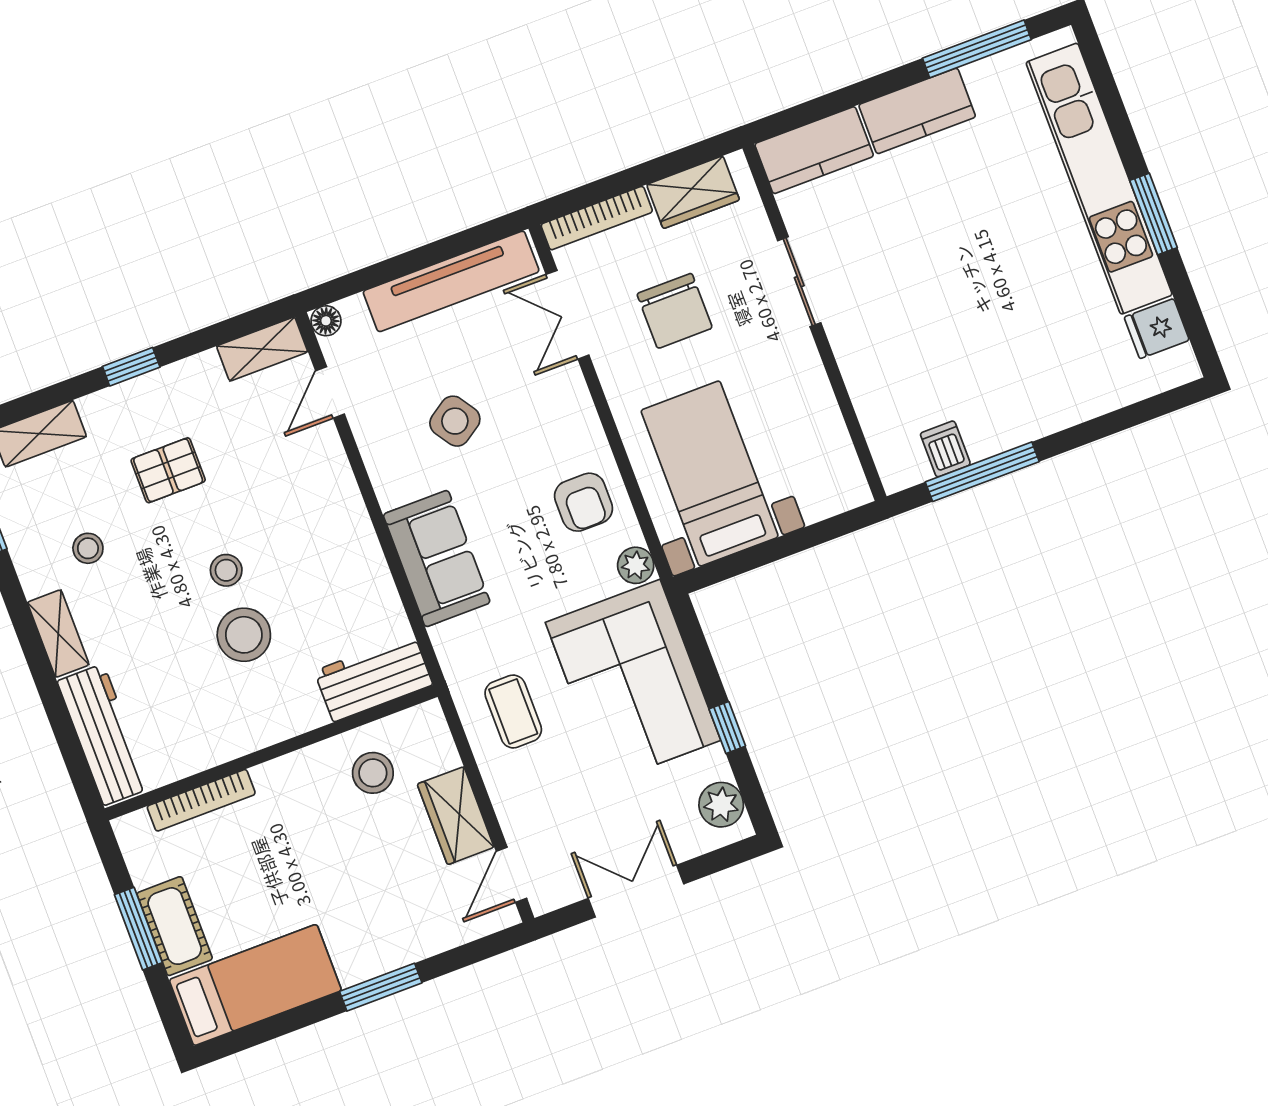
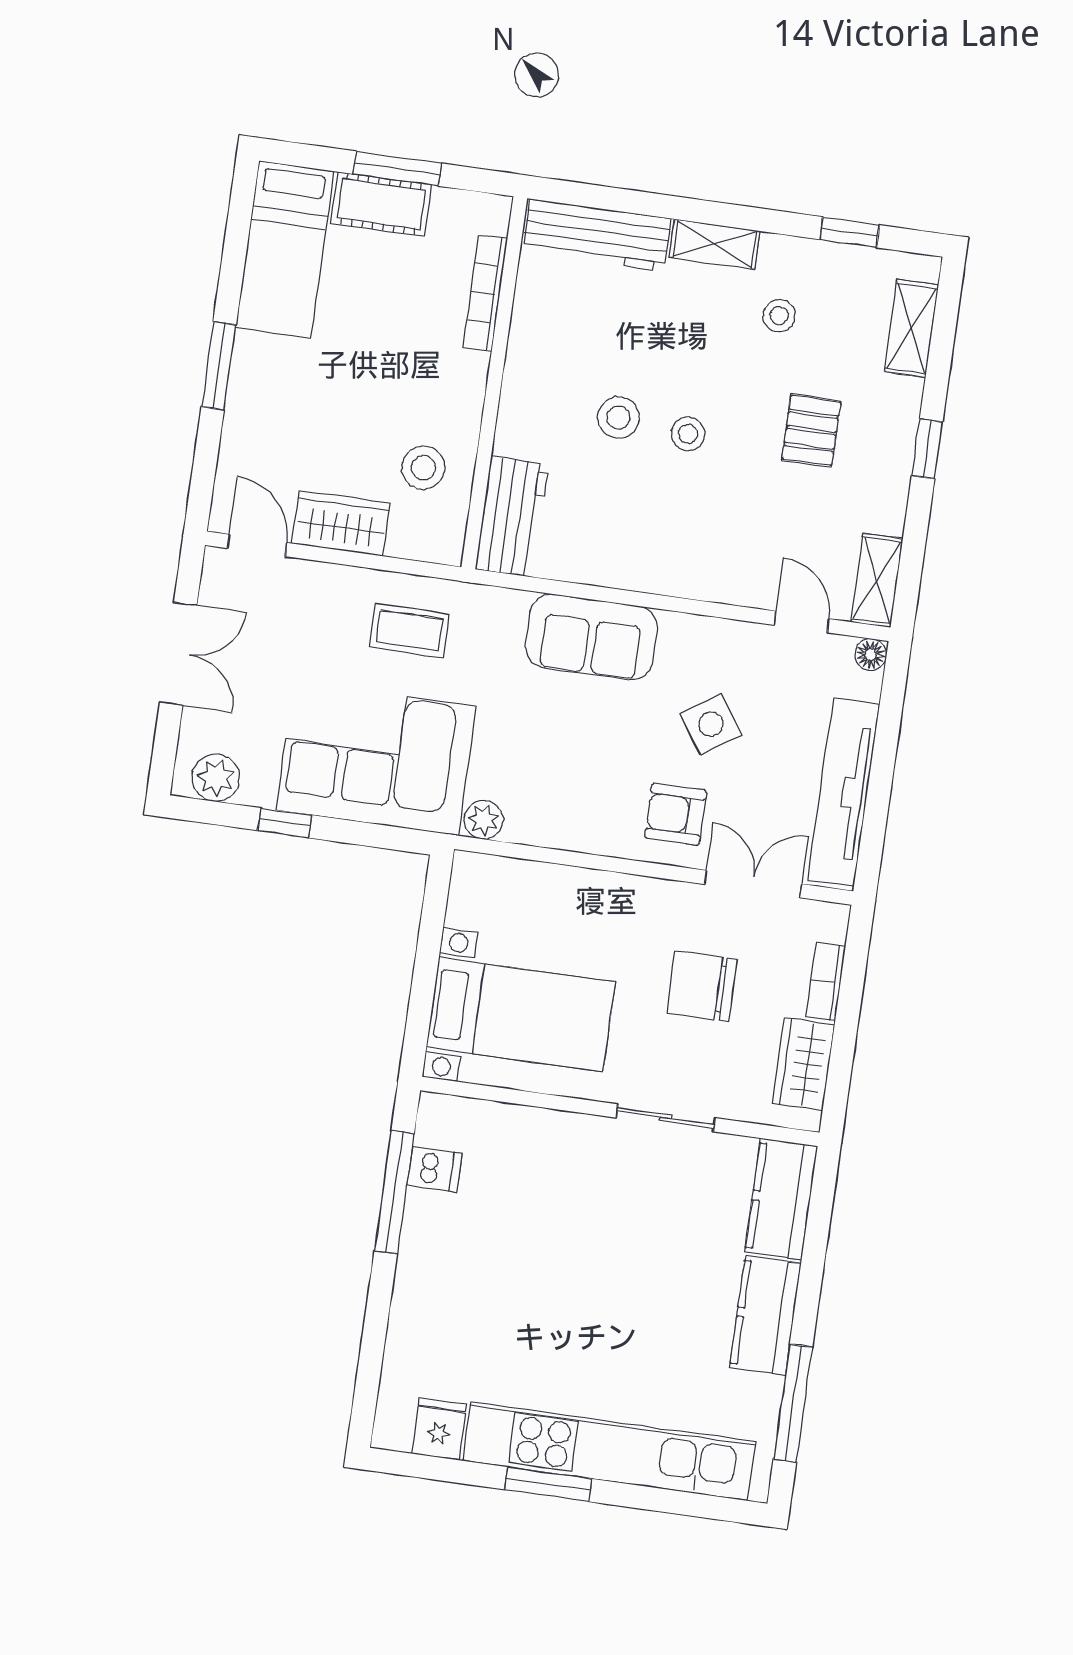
bookcase: (597, 218) -> (826, 982), width x0.64
bed with nightstands: (710, 474) -> (521, 1015), moved
armchair: (584, 502) -> (676, 814), moved
stool: (244, 635) -> (619, 417), width x0.73, depth x0.73

